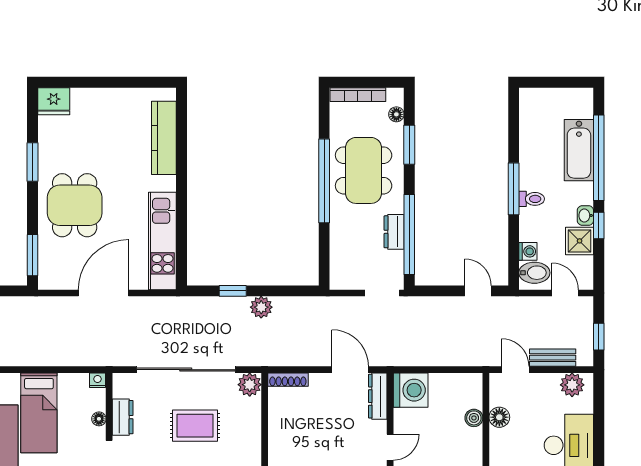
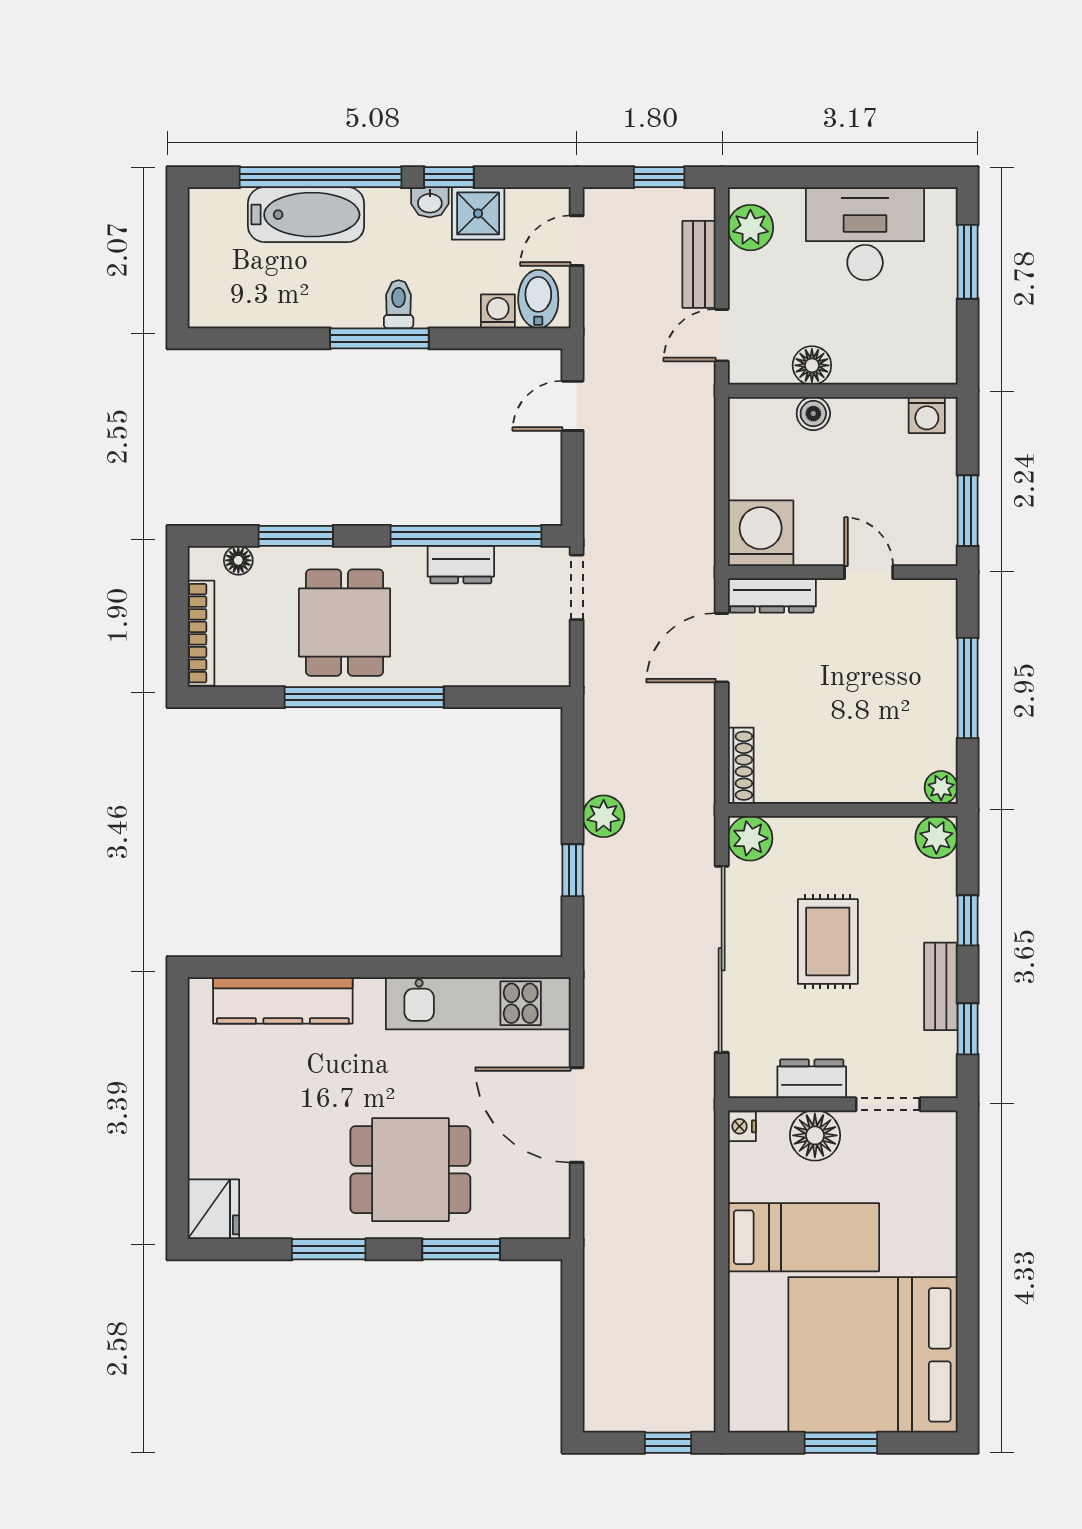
dining table: (364, 170) -> (345, 623), width x0.73
window: (33, 255) -> (461, 1249), moved
floor lamp: (99, 419) -> (815, 1135), width x1.89, depth x1.89

